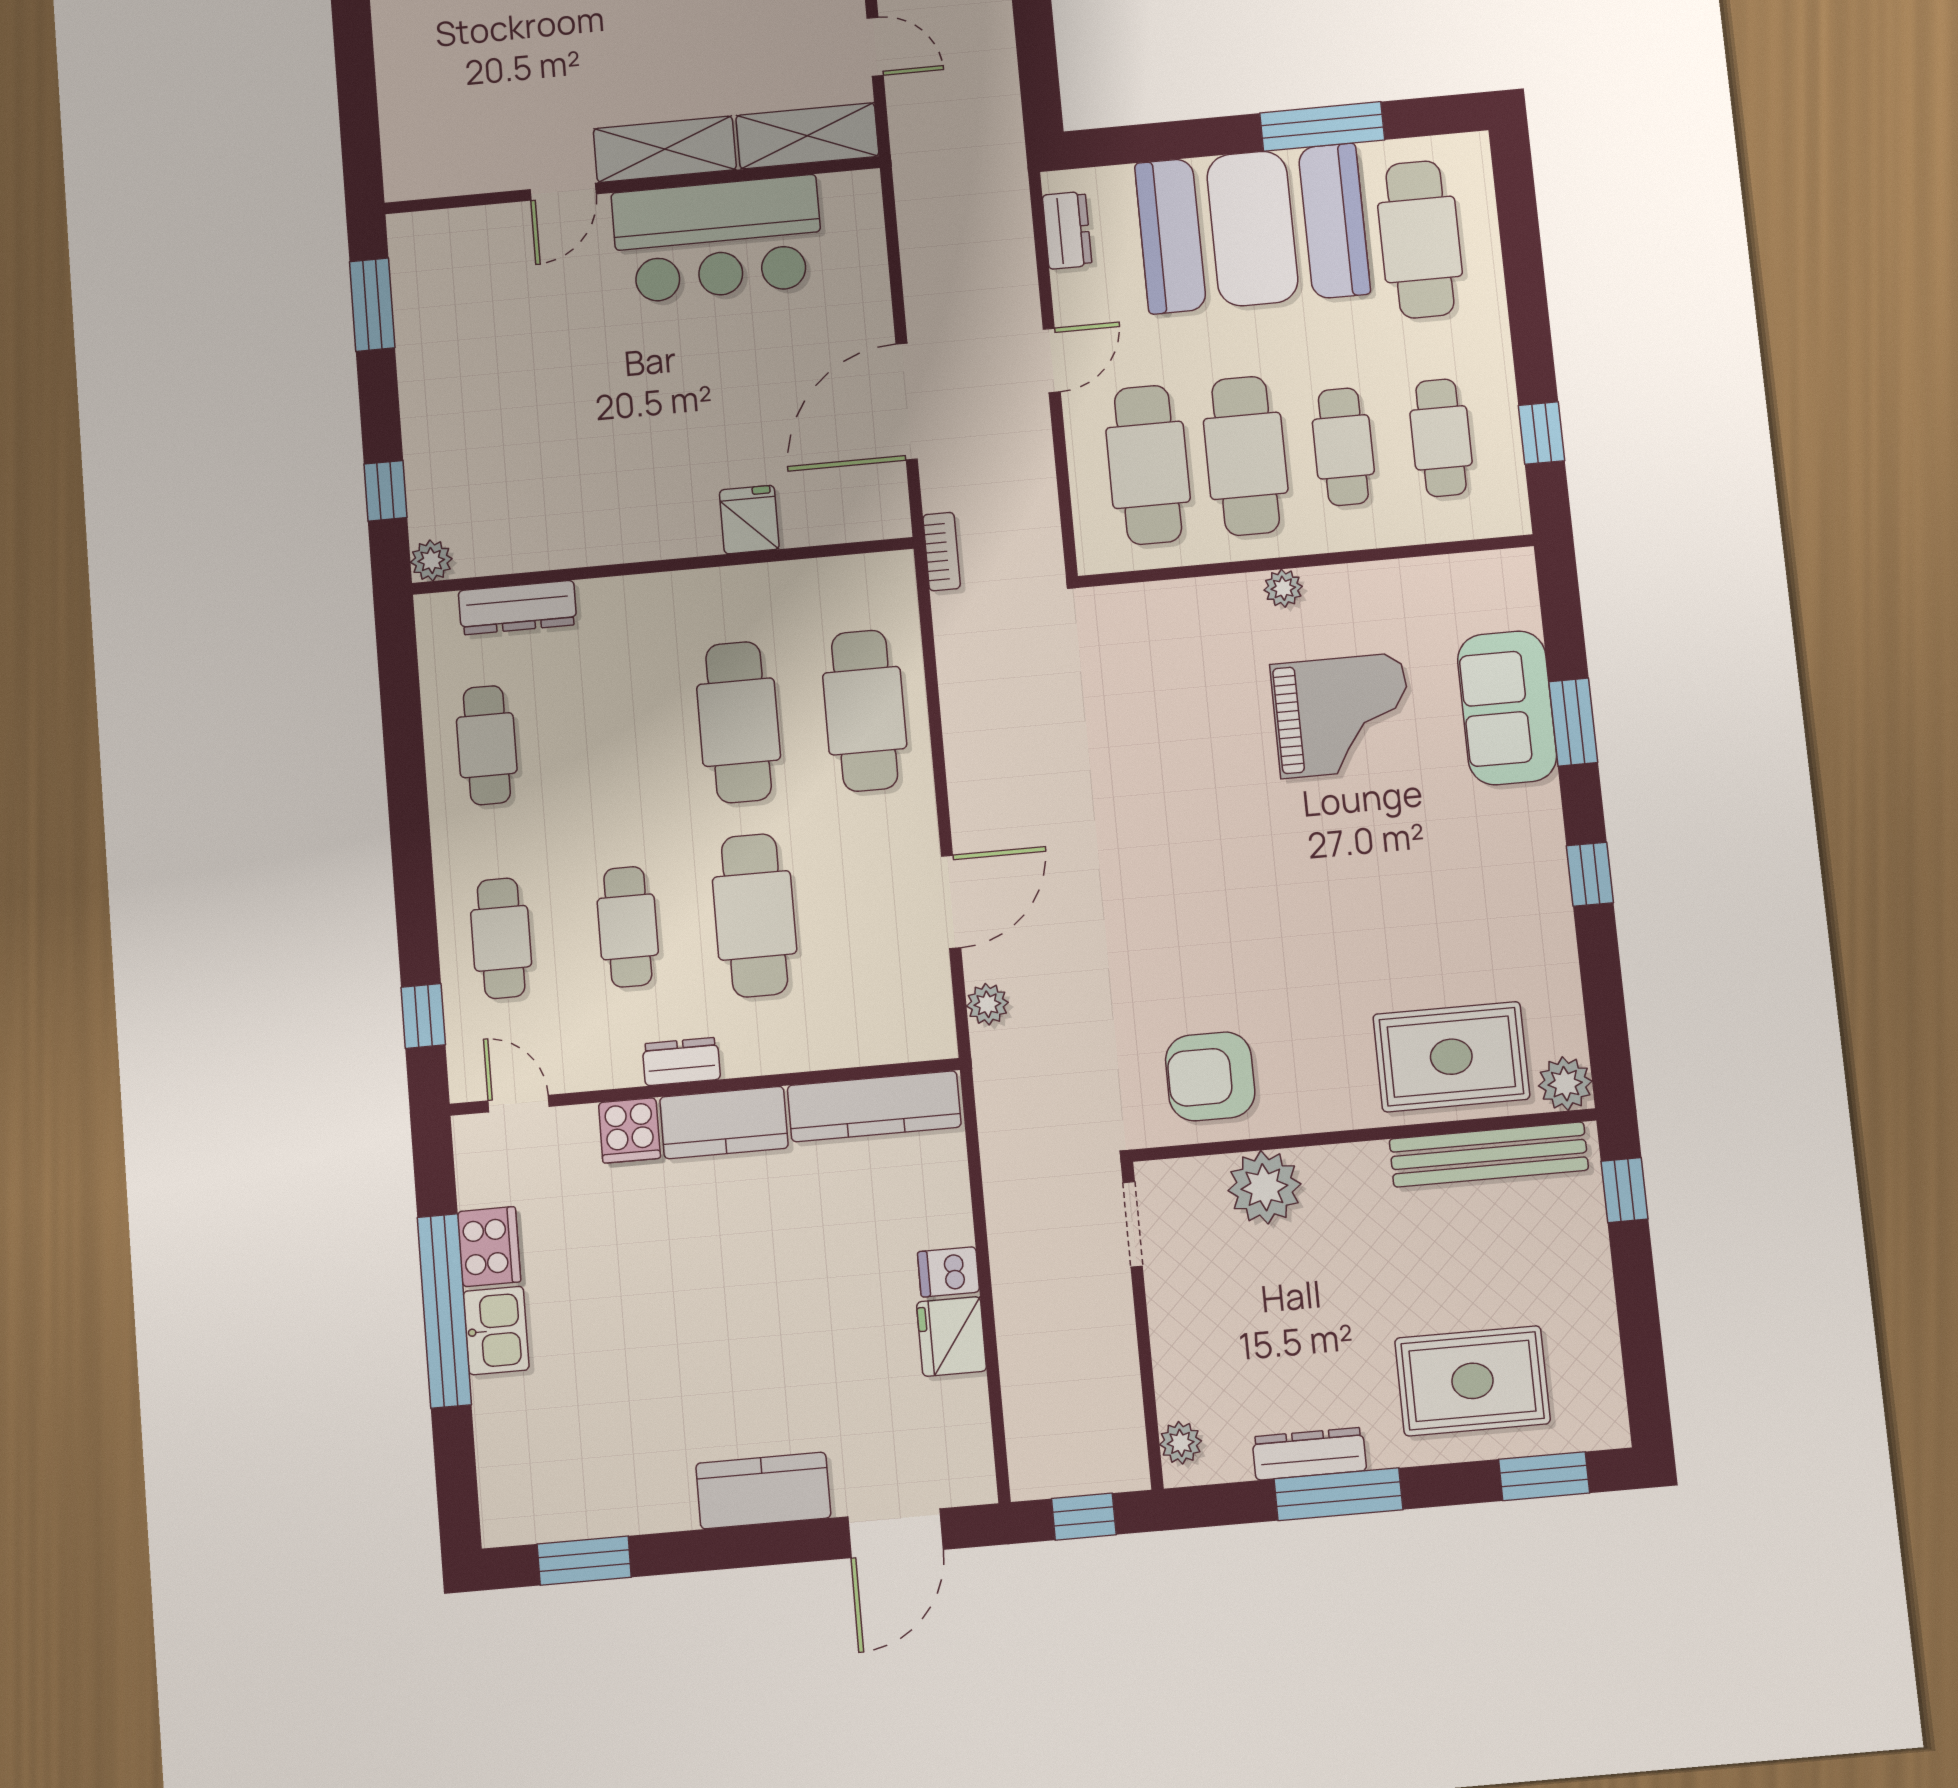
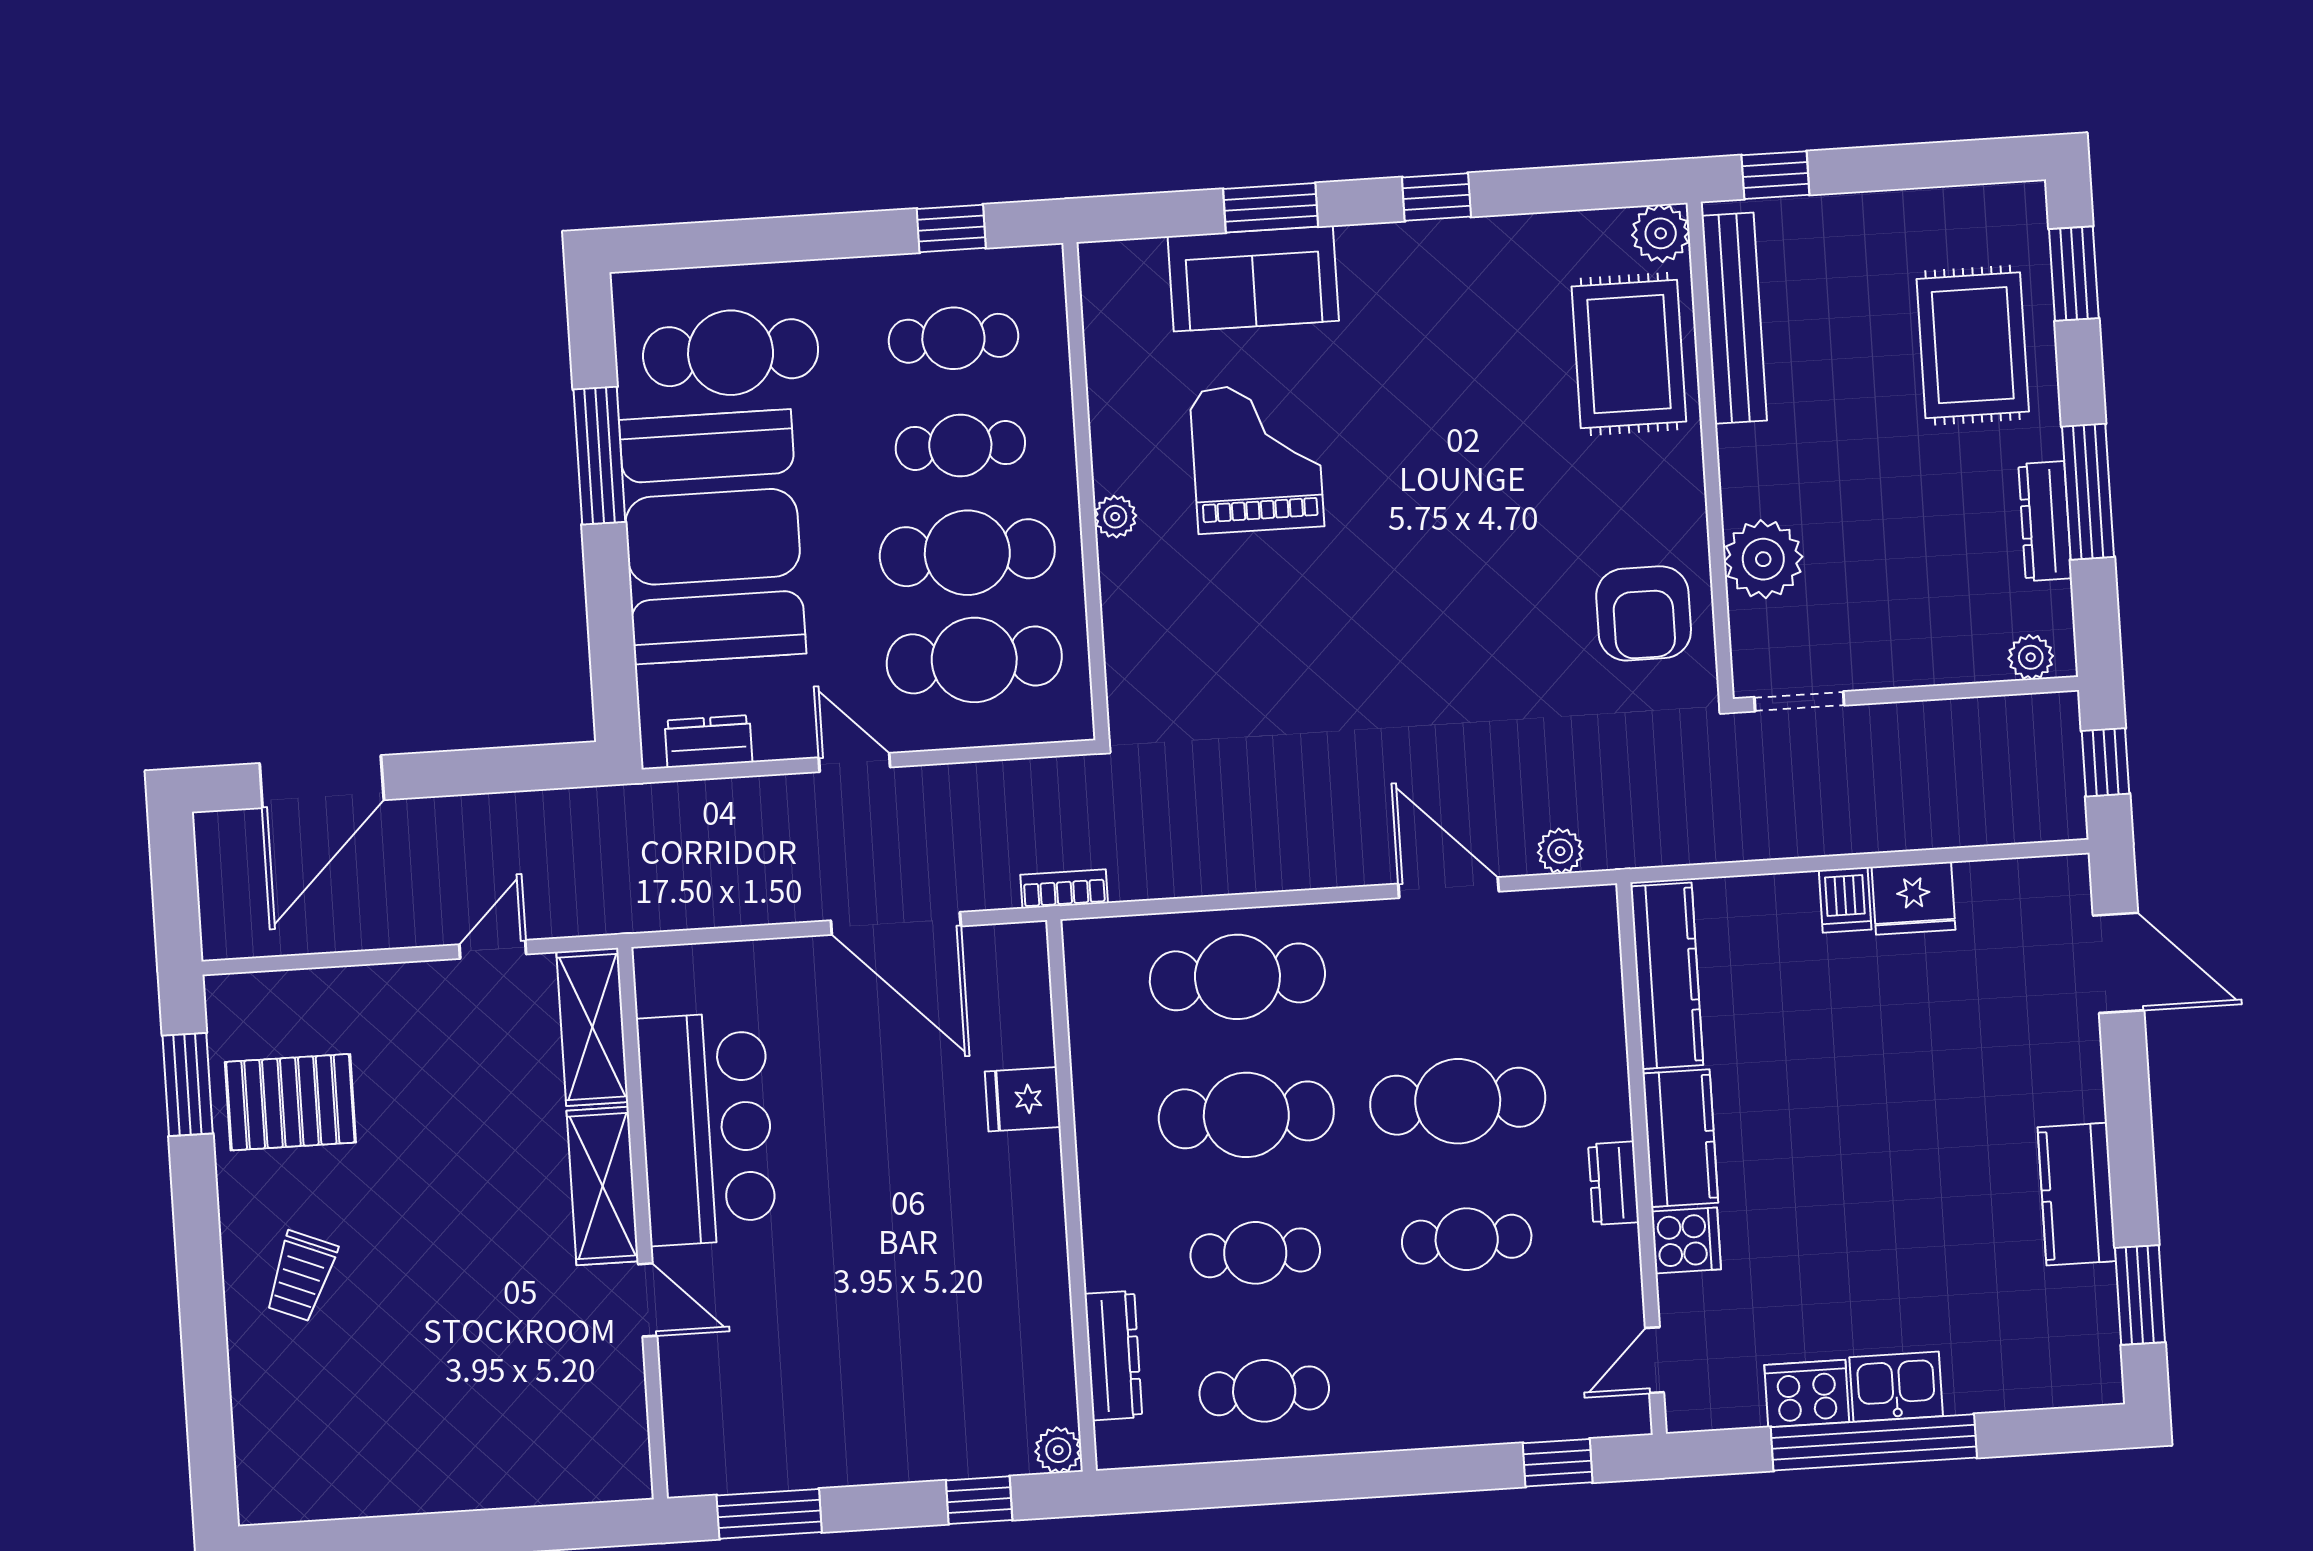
cafe table: (501, 938) -> (1255, 1253), moved
kitchen counter: (763, 1491) -> (2077, 1194), moved

